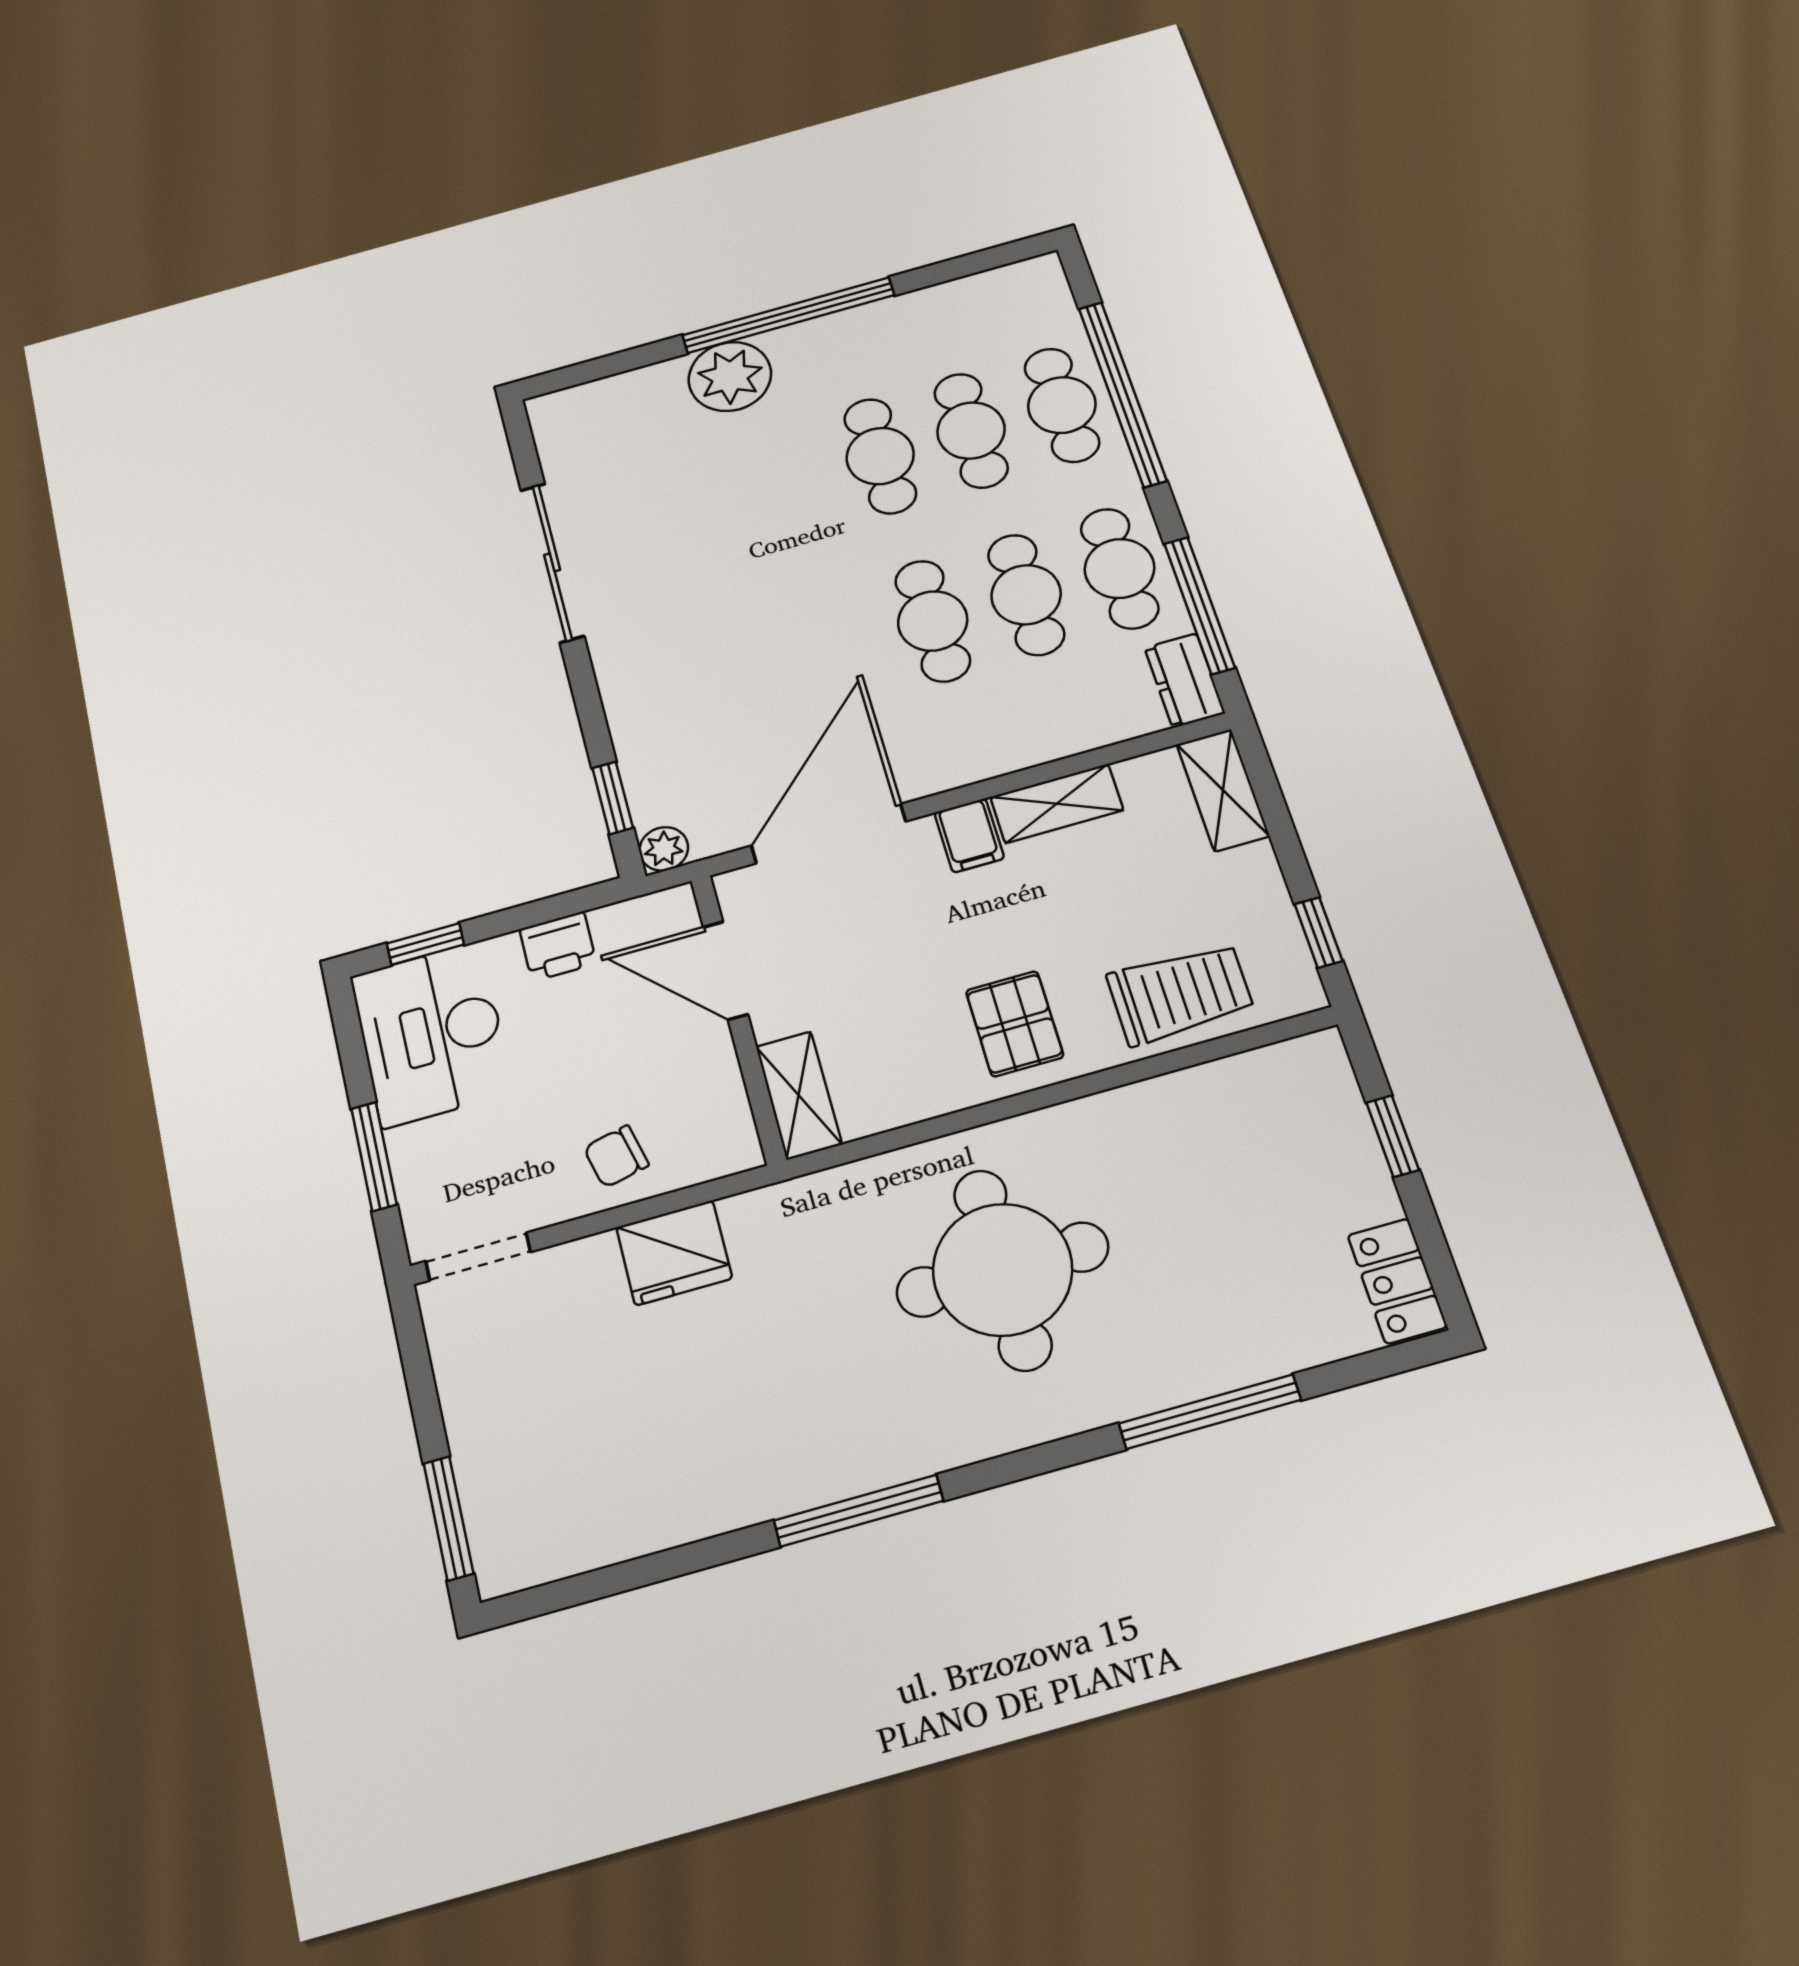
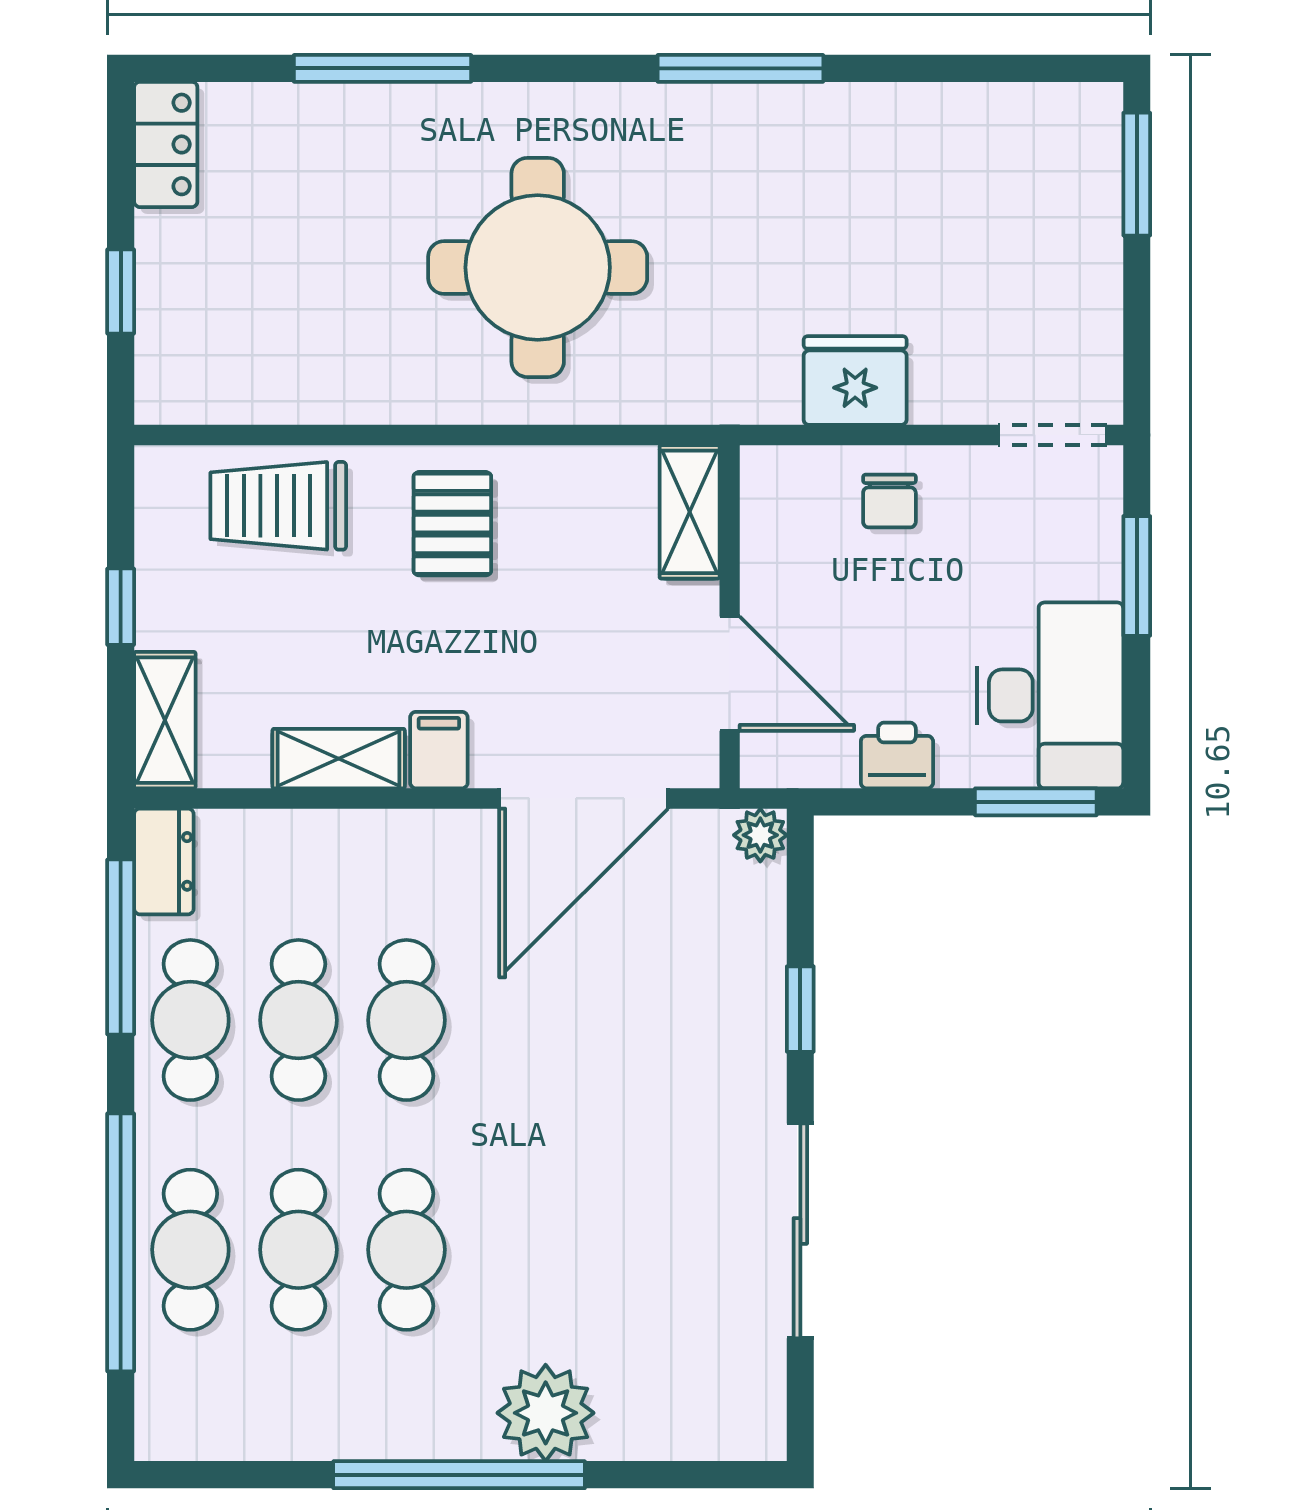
window: (613, 798) -> (800, 1009), moved
window: (1318, 933) -> (121, 607), moved
window: (425, 944) -> (1036, 802), width x1.50
chair: (616, 1157) -> (889, 501), turned 103

